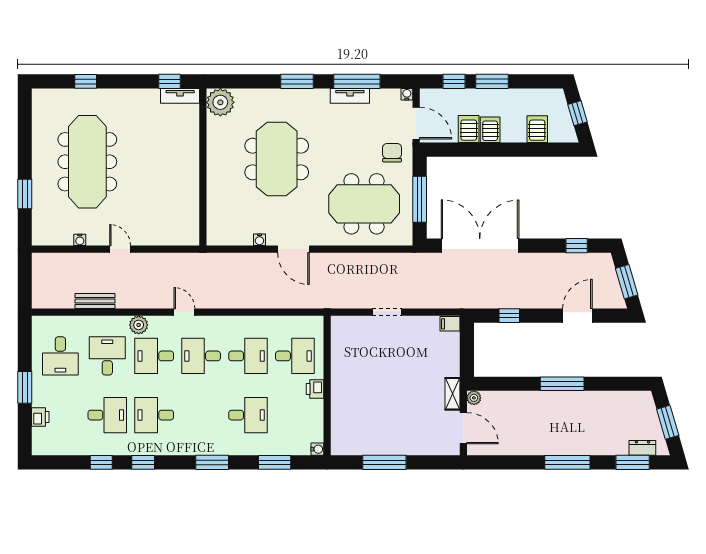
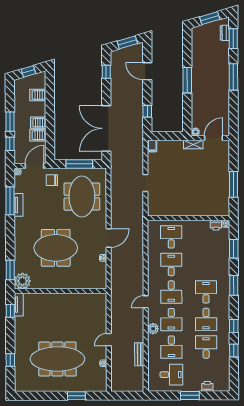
window: (297, 81) -> (10, 270), moved
desk: (107, 356) -> (171, 347), turned -90
printer: (315, 389) -> (216, 225), moved
desk: (248, 415) -> (206, 292), moved

